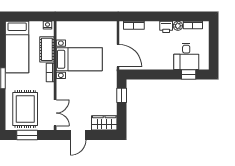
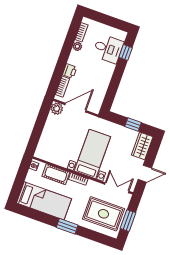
plant: (111, 27) -> (57, 109), added
printer: (166, 27) -> (70, 71), moved
door: (118, 56) -> (75, 108), moved
bed with nightstands: (79, 59) -> (92, 154), moved
window: (122, 95) -> (133, 124), moved
door: (78, 135) -> (145, 174), hinge flipped

